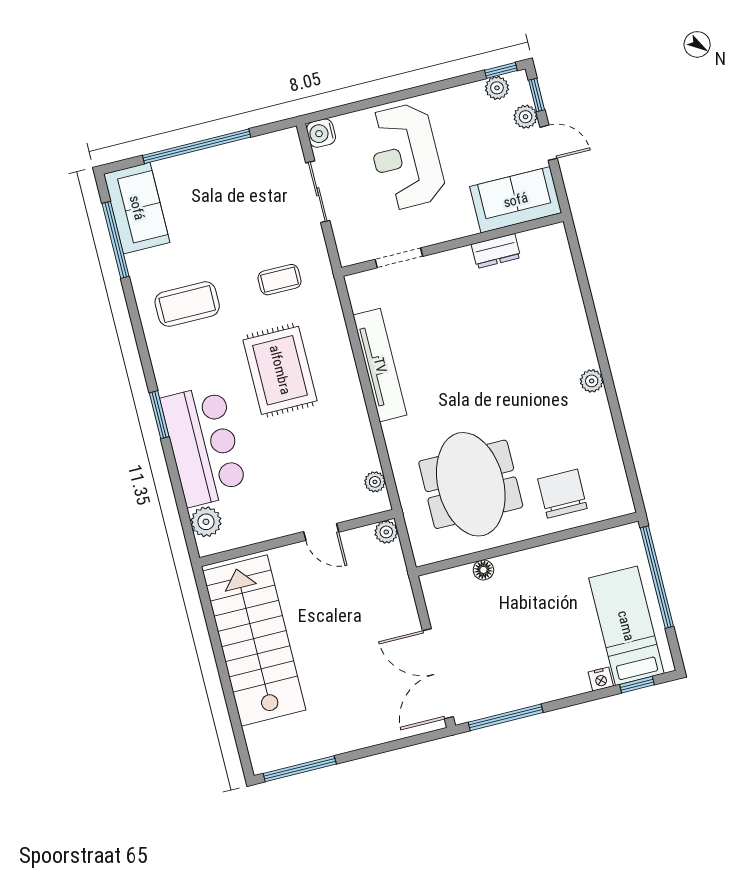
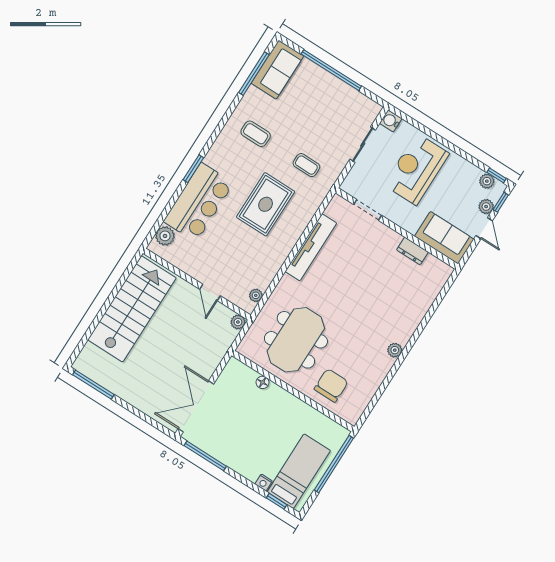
coffee table: (187, 304) -> (256, 134), width x0.73, depth x0.77

